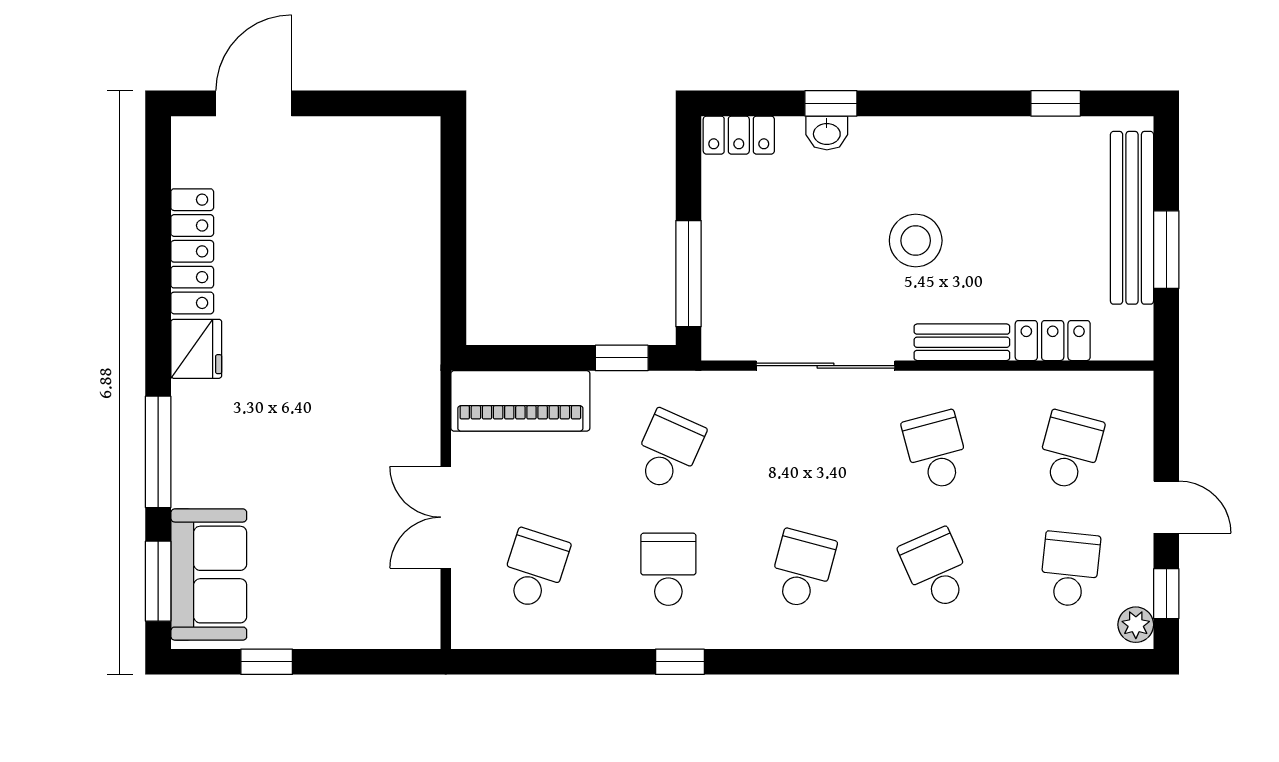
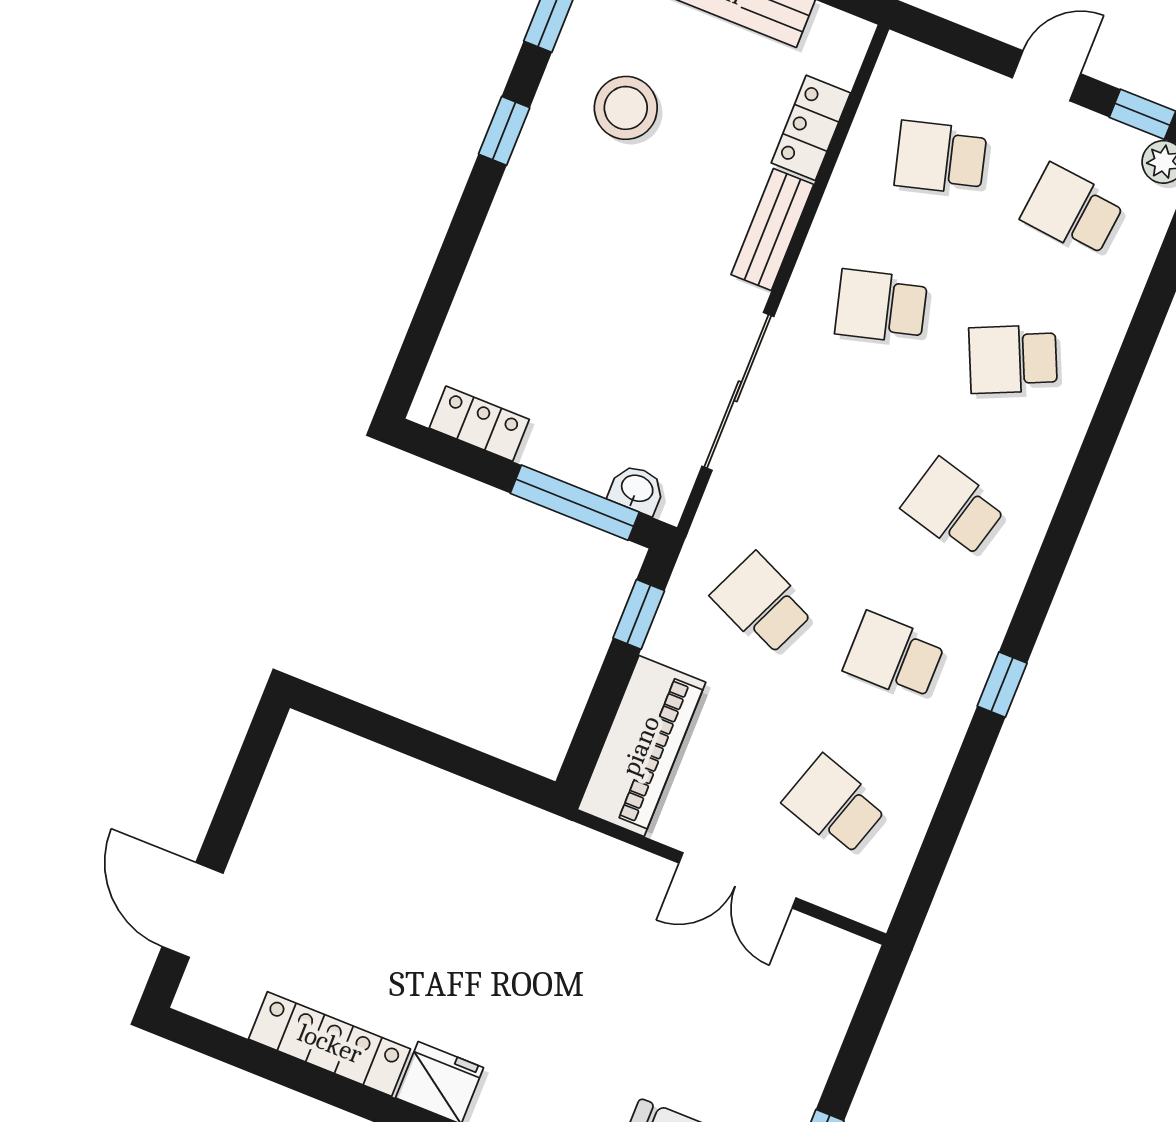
window: (831, 103) -> (504, 131), moved
washbasin: (827, 133) -> (637, 489), moved, turned -90
locker: (739, 135) -> (479, 424), moved, turned -90
stool: (916, 241) -> (626, 108), moved
school desk: (1070, 450) -> (941, 158), turned -30

